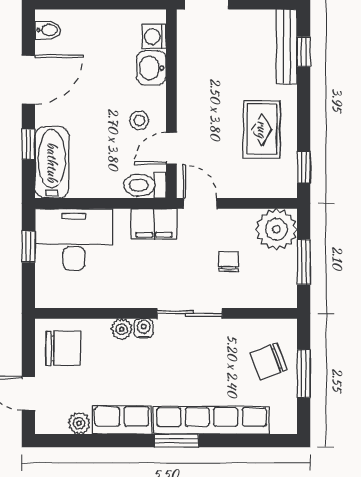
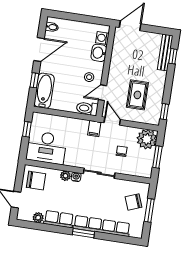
rug: (262, 129) -> (137, 95), moved
filing cabinet: (154, 224) -> (94, 129), width x0.50
desk: (74, 239) -> (46, 148), moved, turned 180

